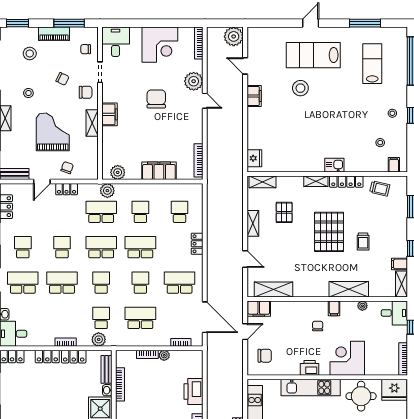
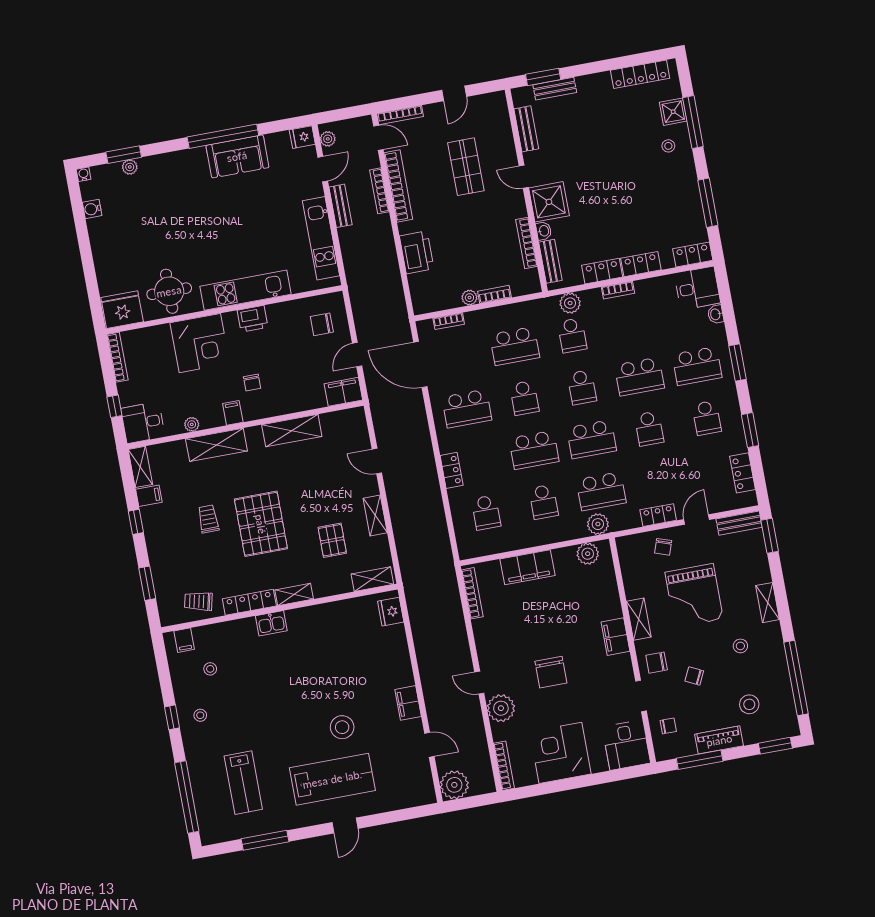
shelving: (273, 289) -> (292, 431), moved

